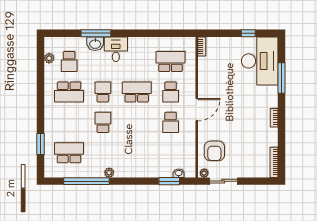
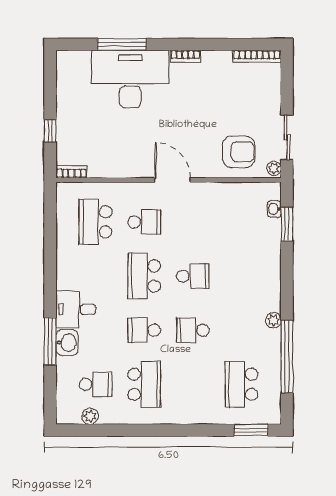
window: (248, 33) -> (50, 131), moved
desk: (260, 61) -> (130, 79), moved
school desk: (171, 122) -> (193, 276), moved
window: (40, 144) -> (251, 430), moved

